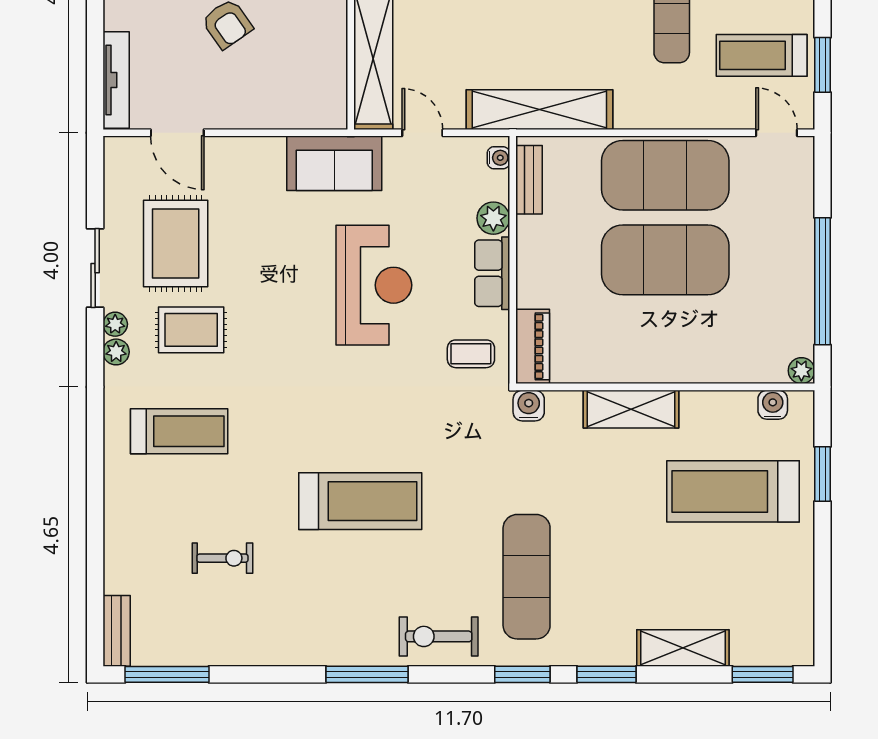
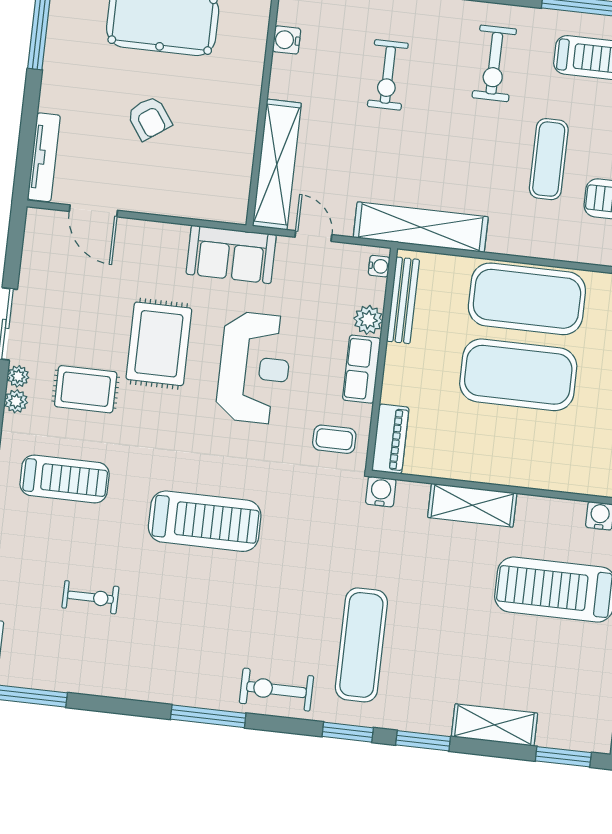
bench: (529, 180) -> (403, 300), width x1.36
rug: (176, 243) -> (159, 344), moved
treadmill: (360, 501) -> (205, 521), moved

